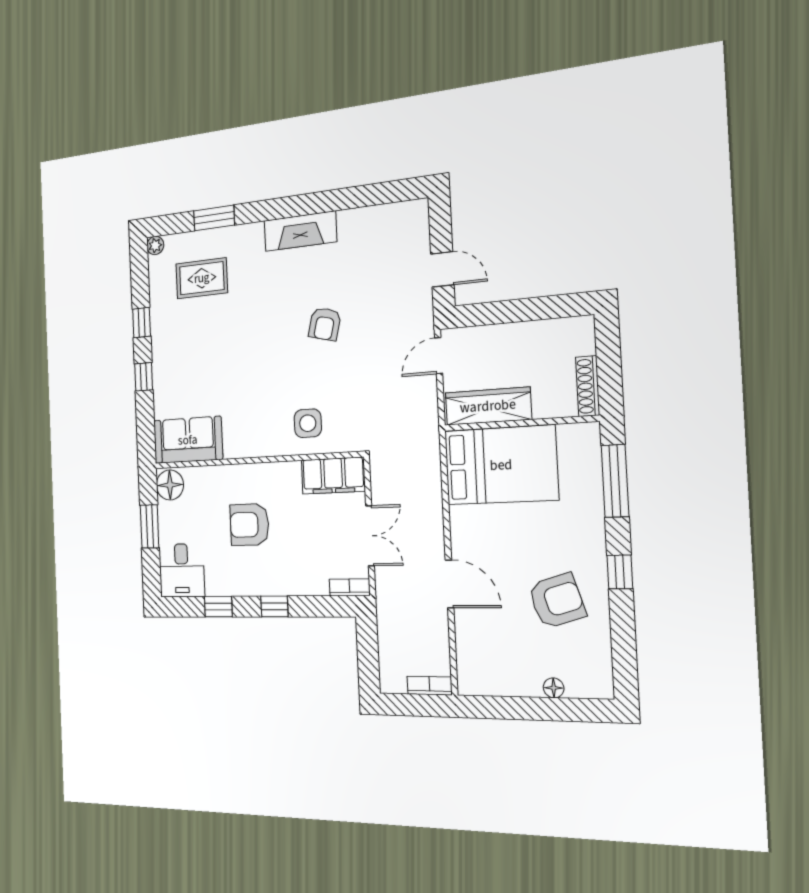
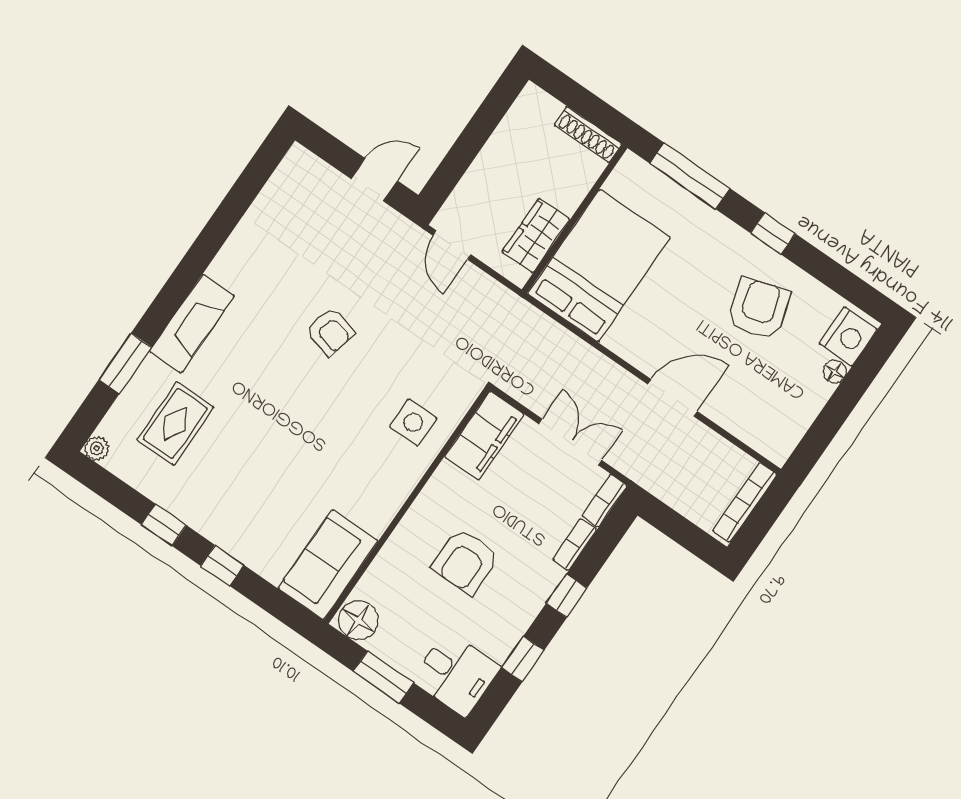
fireplace: (300, 231) -> (192, 324), moved
wardrobe: (488, 406) -> (536, 236), width x0.67
bookcase: (309, 588) -> (575, 544), added
nightstand: (586, 681) -> (848, 337), added
bookcase: (430, 686) -> (745, 502), width x1.56

